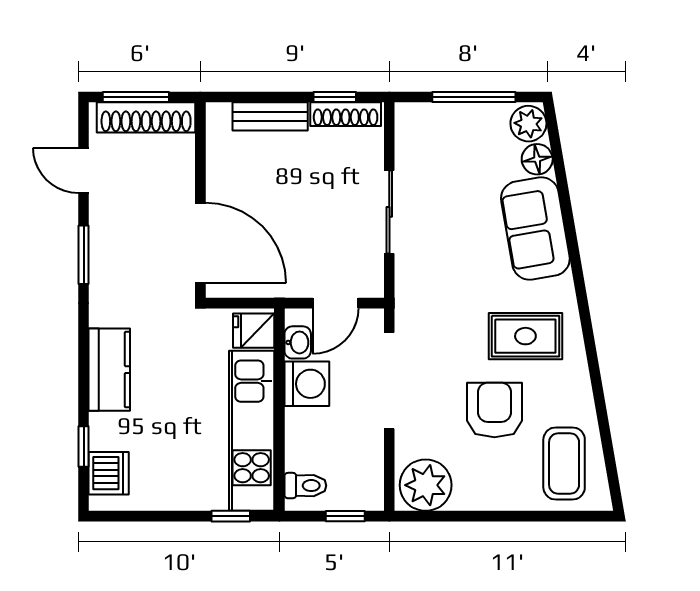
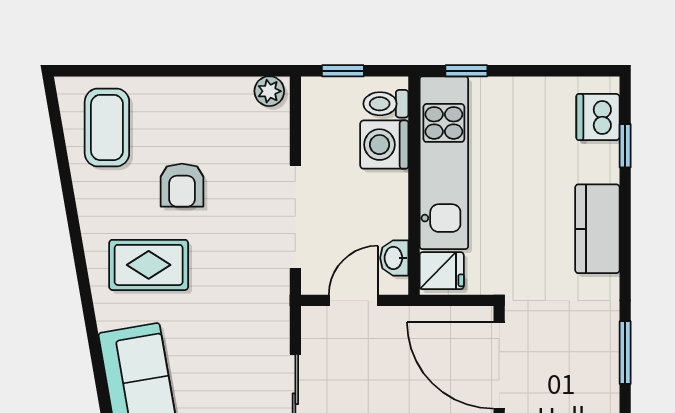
washing machine: (307, 384) -> (384, 145), moved
armchair: (494, 410) -> (182, 185), width x0.72, depth x0.72
plant: (426, 485) -> (269, 91), width x0.53, depth x0.53

